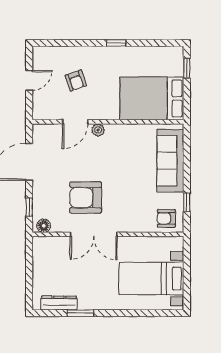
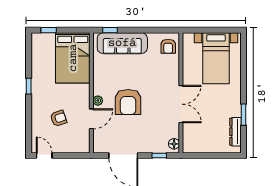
door: (29, 80) -> (44, 155), moved
door: (75, 122) -> (91, 119), hinge flipped
armchair: (86, 198) -> (128, 102), moved
window: (187, 202) -> (110, 30), moved

